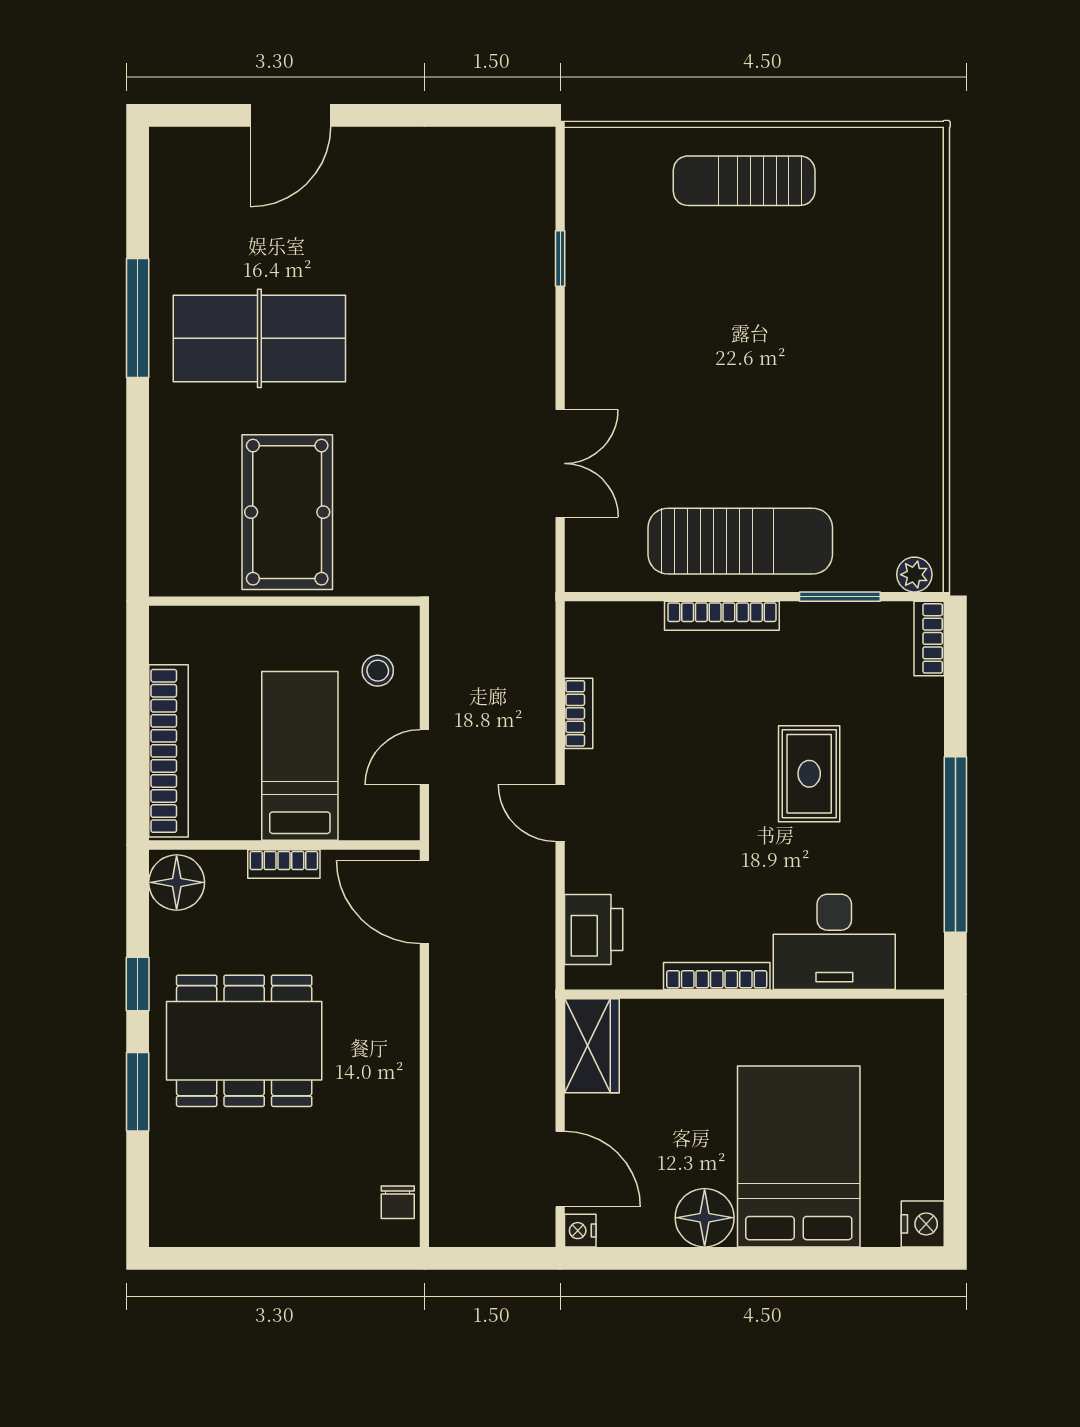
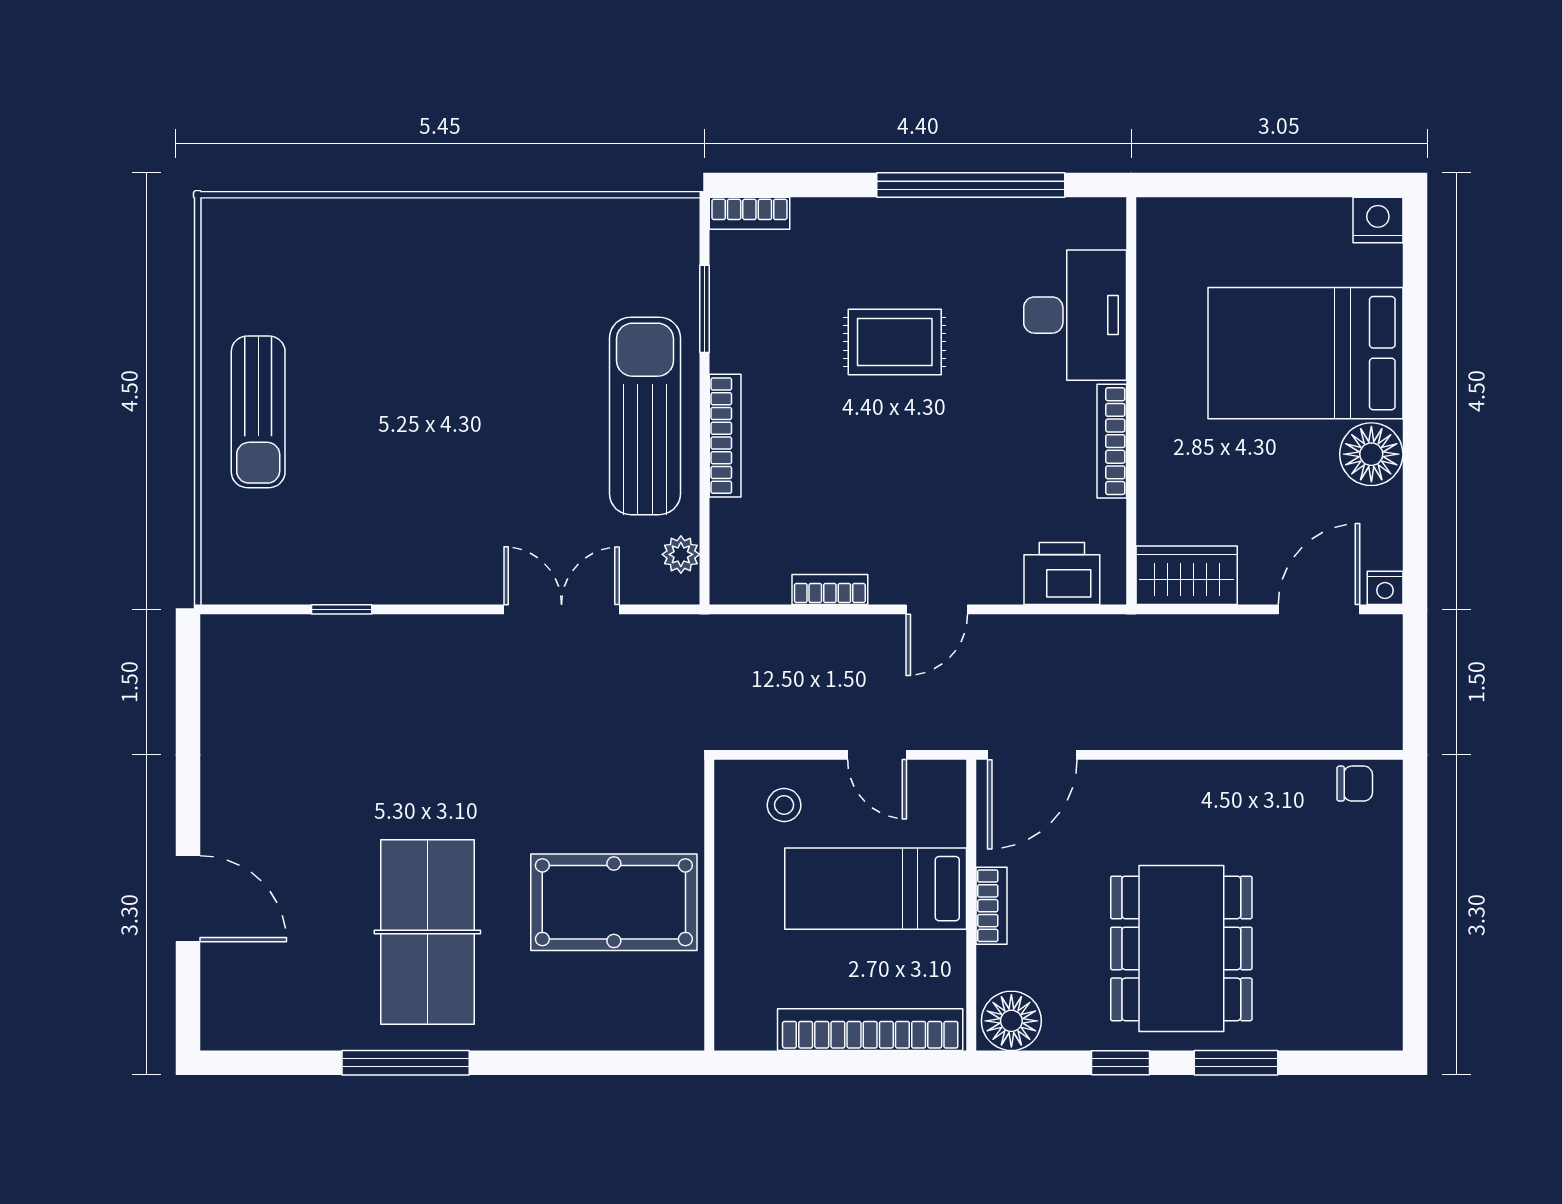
plant: (914, 575) -> (681, 554), moved

